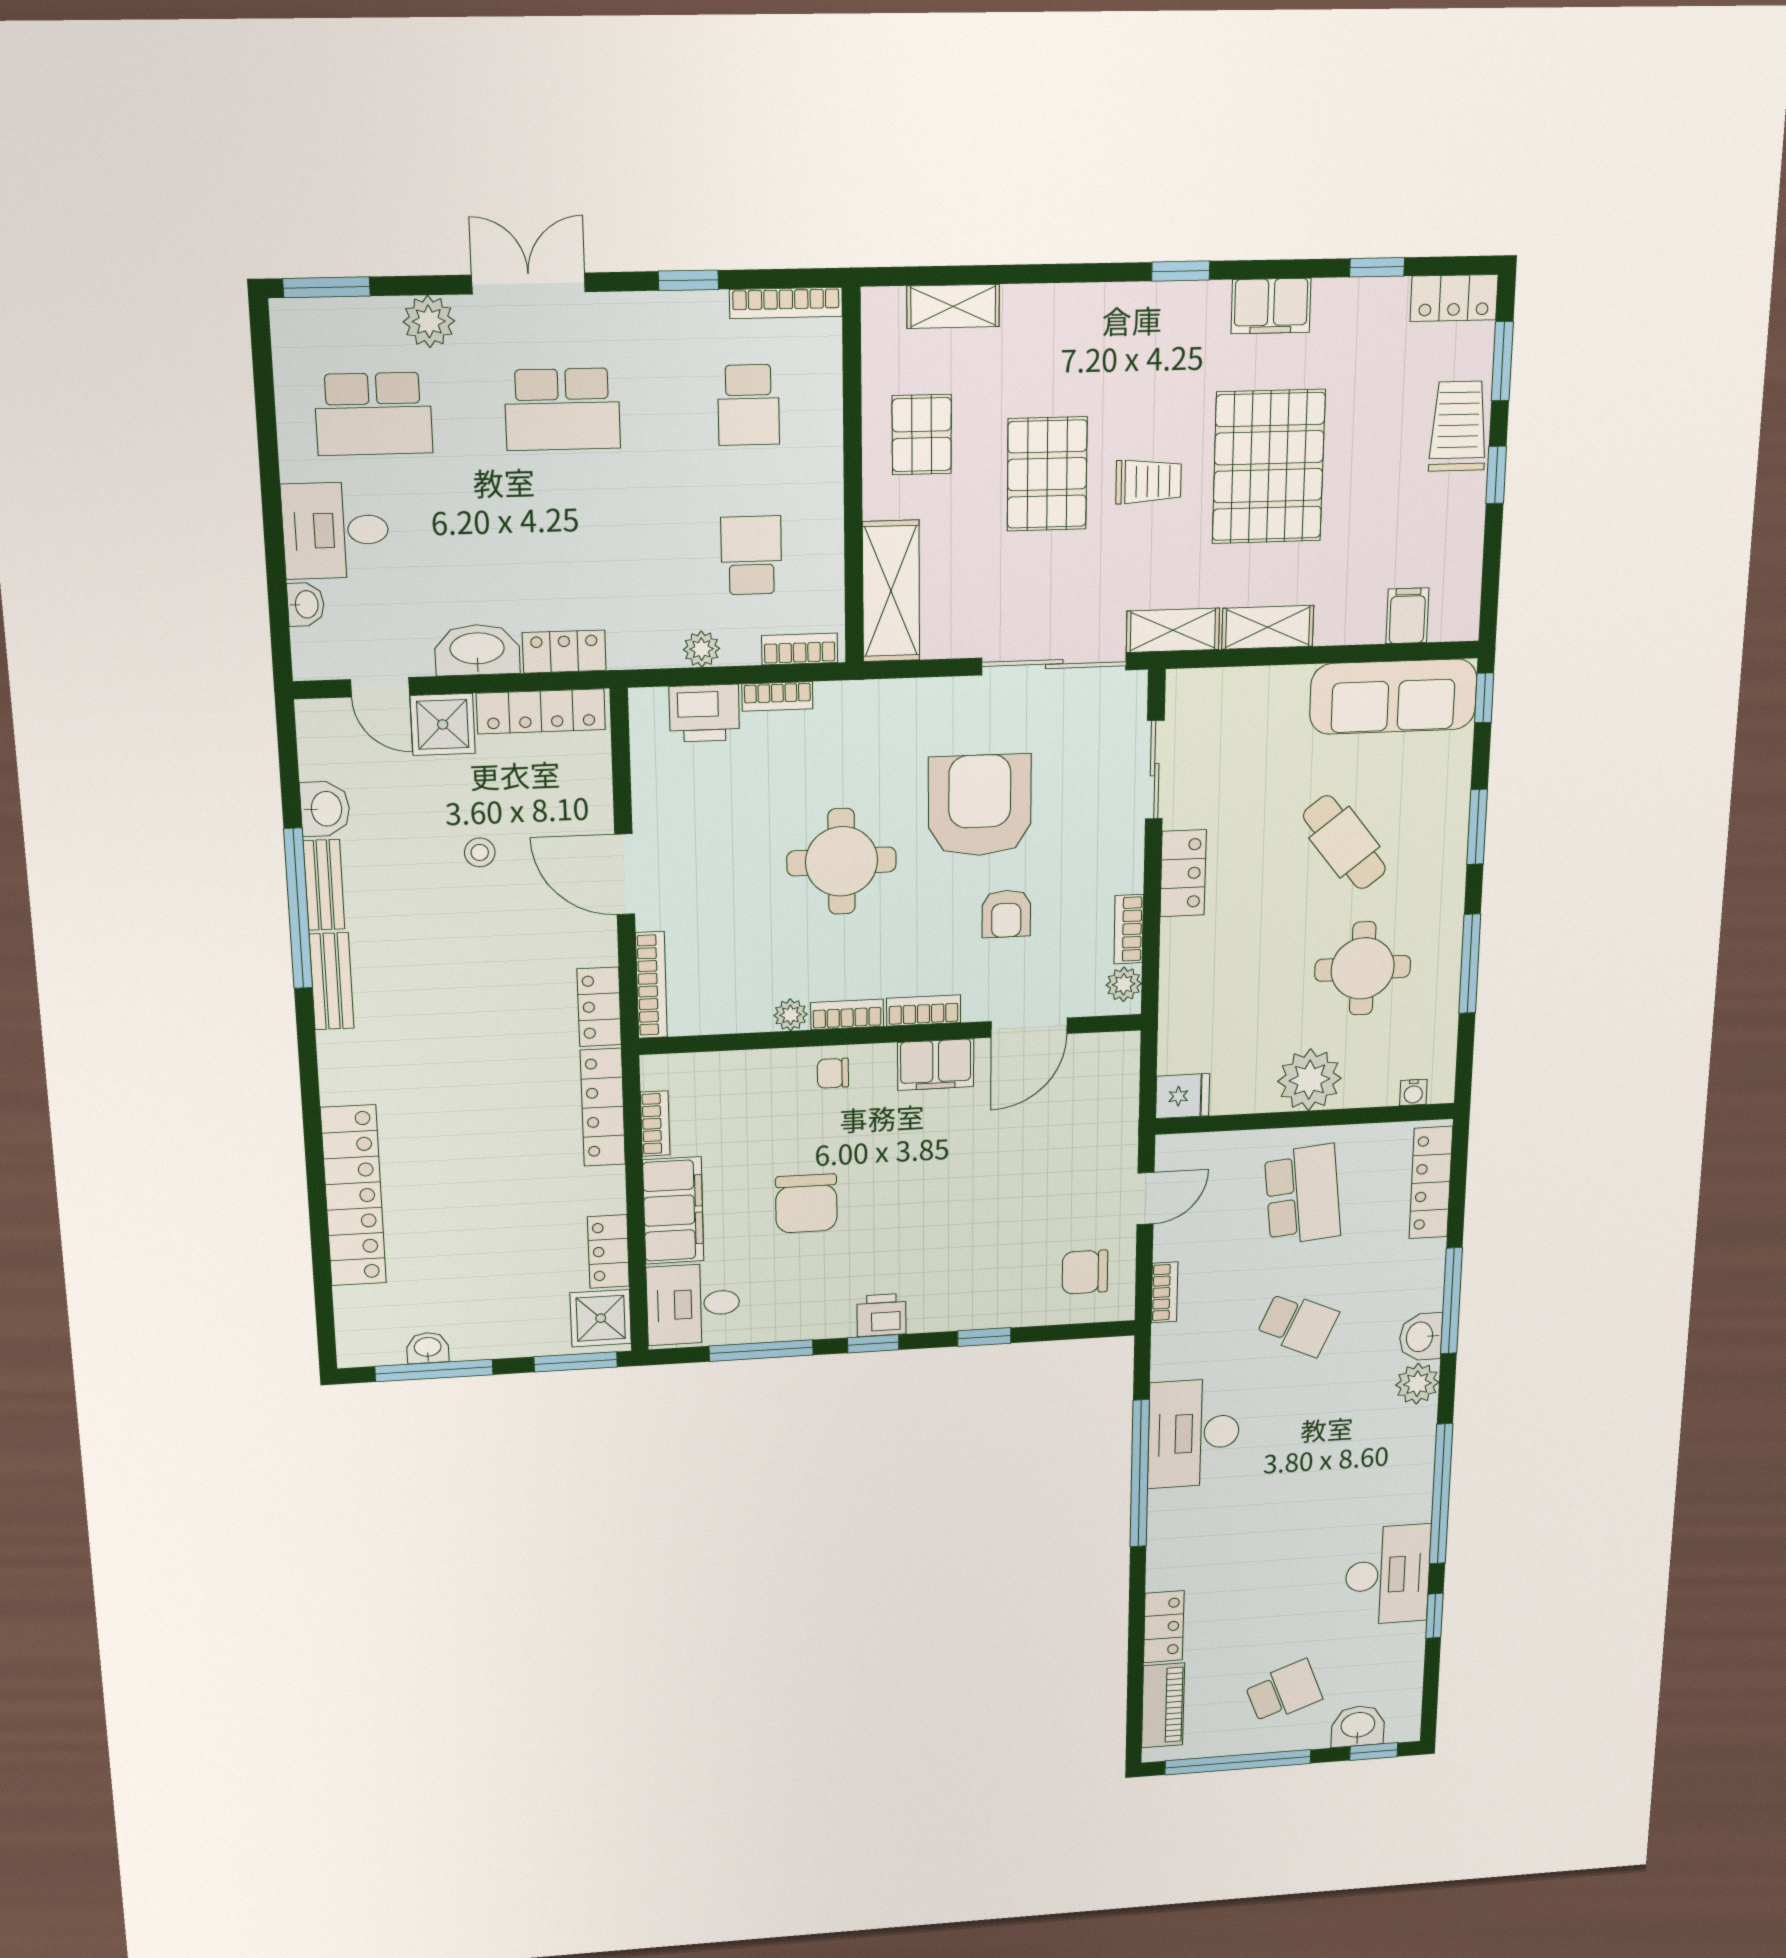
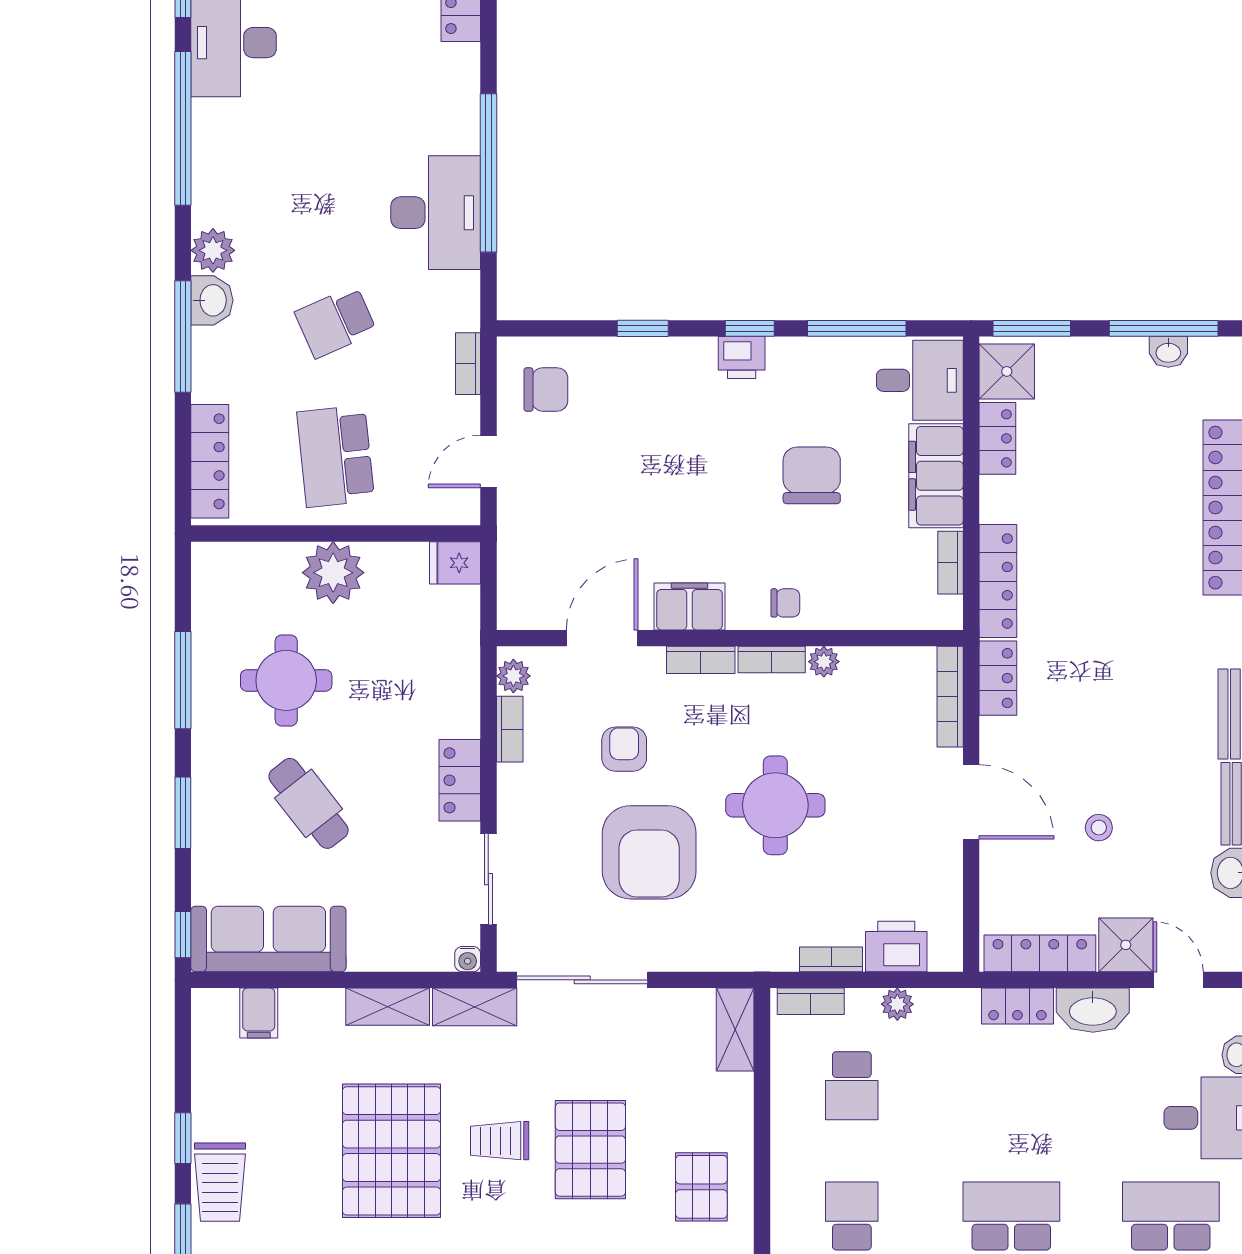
shelving: (891, 591) -> (735, 1030), width x0.67, depth x0.75
water cooler: (1413, 1092) -> (468, 959), moved, turned 180
school desk: (1298, 1324) -> (336, 322), turned -48

